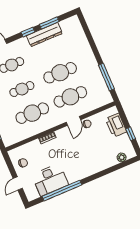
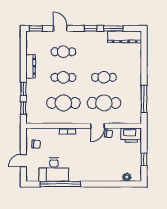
dresser: (44, 35) -> (125, 37), moved
cafe table: (60, 73) -> (104, 77), width x0.73, depth x0.74
printer: (116, 125) -> (131, 135), moved, turned -90

